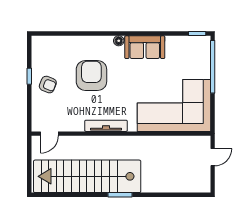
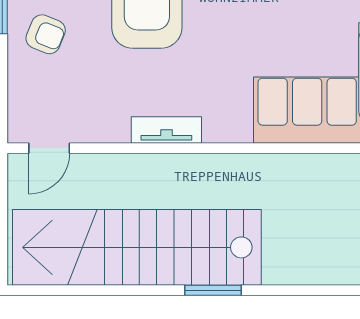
tv unit: (106, 126) -> (166, 130), width x0.71

